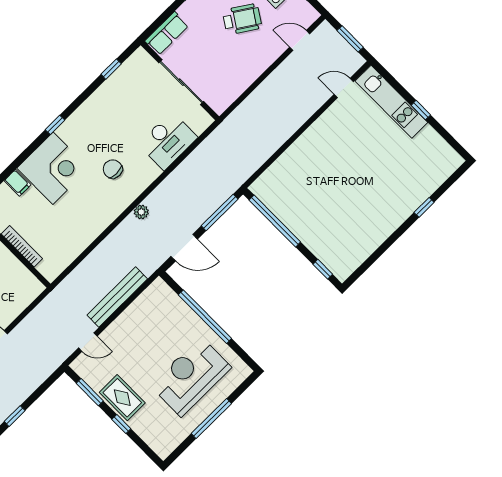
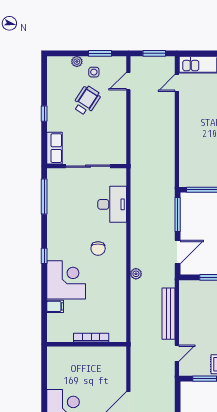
window: (111, 69) -> (44, 197), width x2.17
chair: (113, 169) -> (98, 249), turned -90
plant: (141, 212) -> (136, 274), moved

